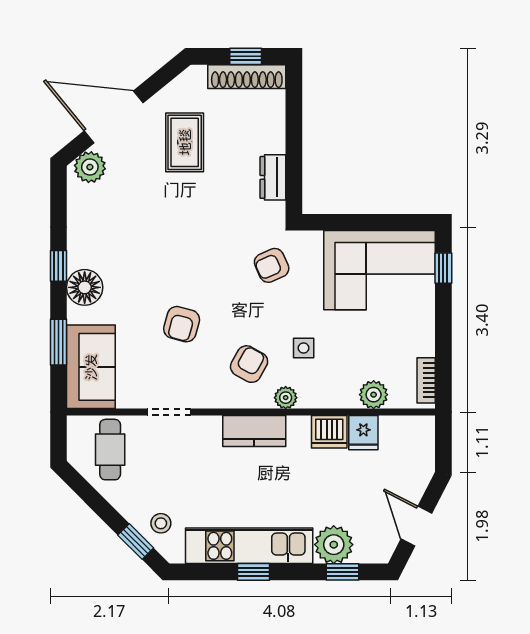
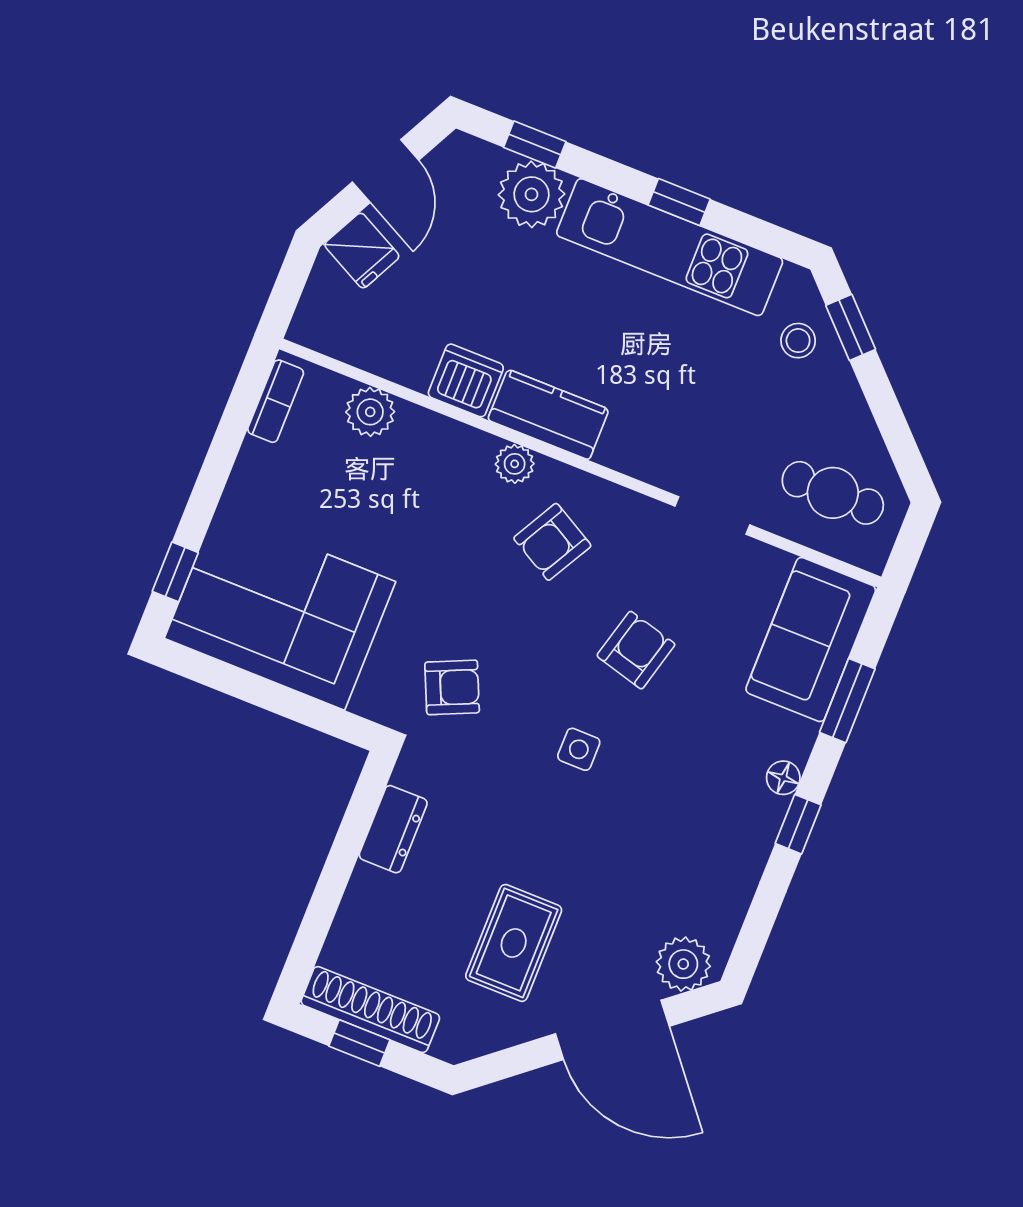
floor lamp: (85, 287) -> (783, 778), width x0.53, depth x0.53
side table: (304, 348) -> (579, 749), moved
kitchen counter: (254, 431) -> (548, 415), moved
fridge: (363, 433) -> (362, 251), moved, turned 117
cafe table: (110, 450) -> (833, 493), turned 90

